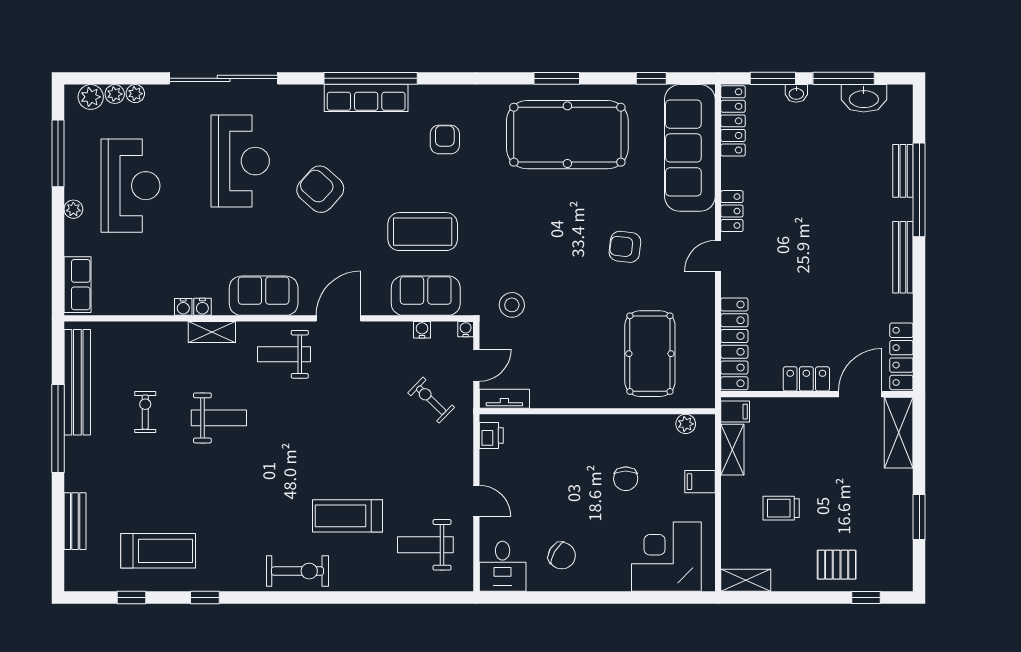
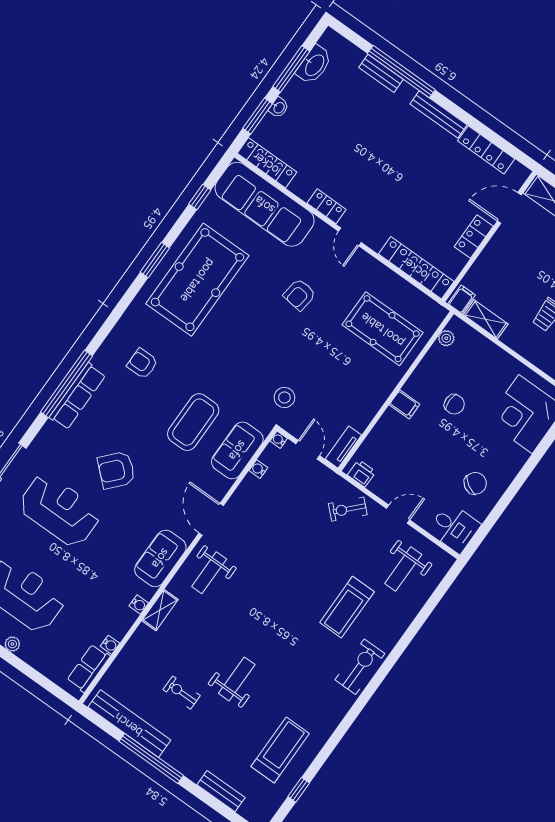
row of seats: (78, 285) -> (89, 668), moved, turned -90
water cooler: (183, 307) -> (110, 645), moved
locker: (901, 356) -> (486, 150), moved
door: (860, 394) -> (509, 208), hinge flipped
exercise bike: (431, 400) -> (348, 509), moved
weight bench: (219, 418) -> (237, 679), moved
filing cabinet: (700, 482) -> (404, 404), moved, turned -90
window: (205, 598) -> (333, 741), removed

